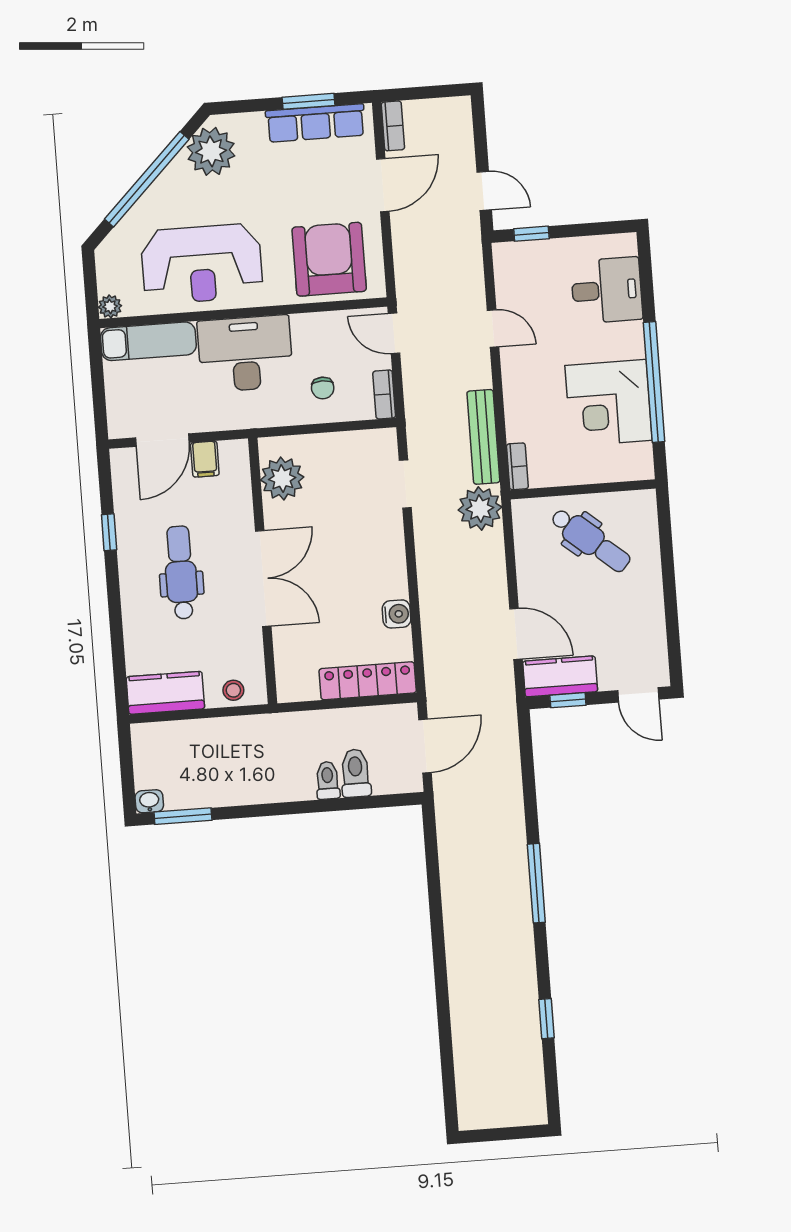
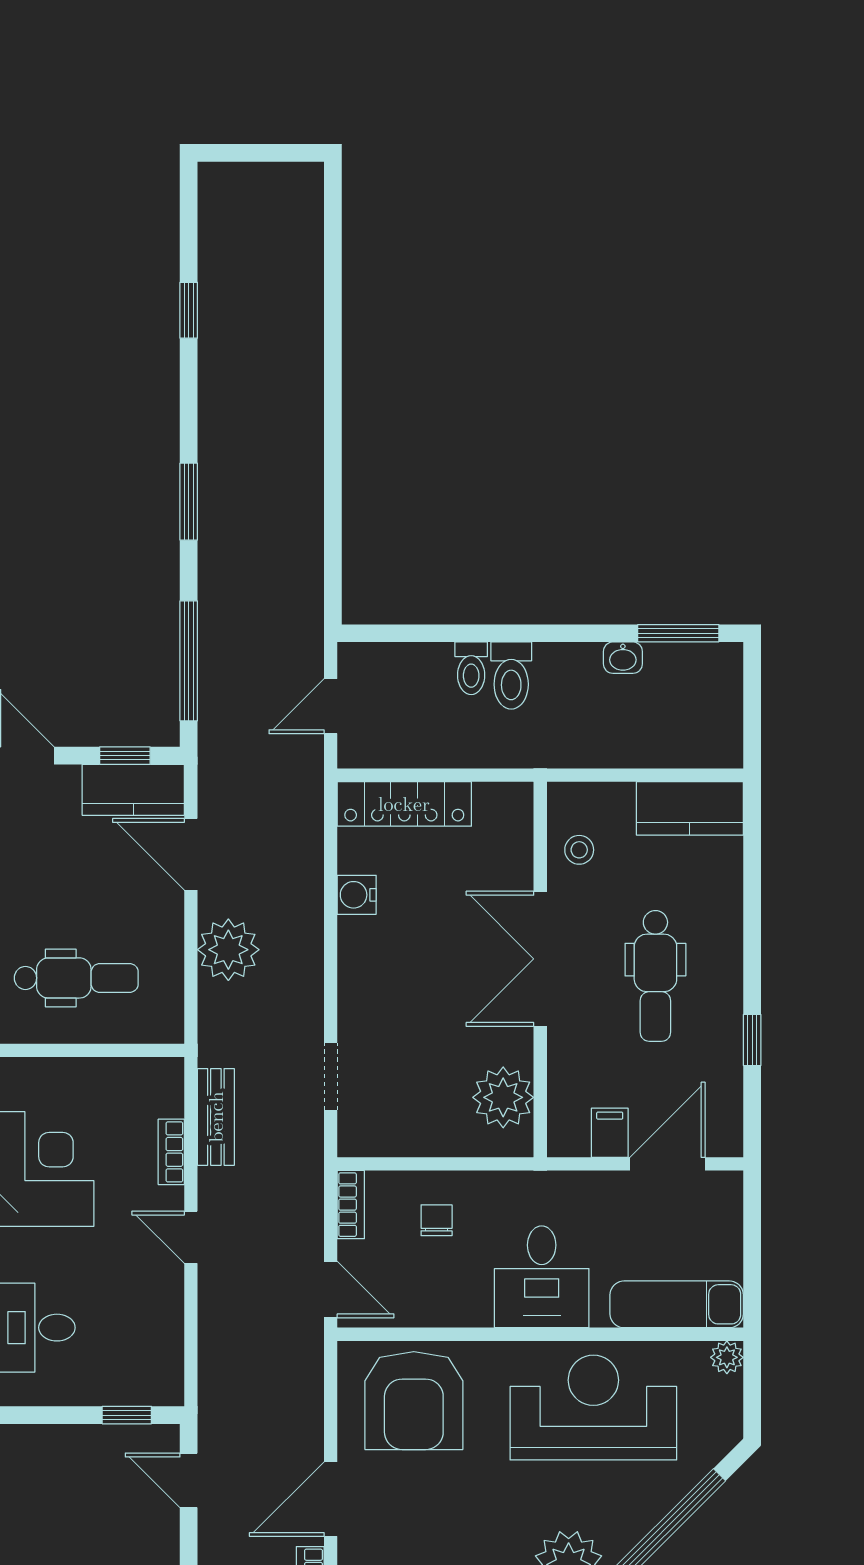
door: (493, 328) -> (191, 1237), moved
desk: (245, 354) -> (542, 1277), width x0.73
bench: (483, 437) -> (216, 1117), width x0.73
bookcase: (517, 466) -> (171, 1152), moved
plant: (480, 509) -> (228, 950), moved
dental chair: (590, 540) -> (76, 978), turned 140
stool: (233, 690) -> (579, 850), moved
door: (425, 746) -> (331, 706), width x0.73
window: (528, 771) -> (189, 661), added
toilet: (356, 773) -> (511, 676), moved
washbasin: (149, 801) -> (623, 658), moved
window: (536, 883) -> (189, 502), width x0.69

